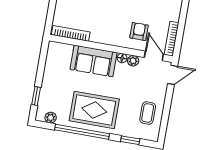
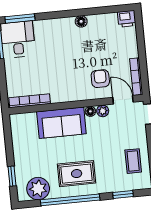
rug: (94, 110) -> (77, 174), width x0.73, depth x0.70
plant: (51, 118) -> (38, 189), width x1.88, depth x1.88

